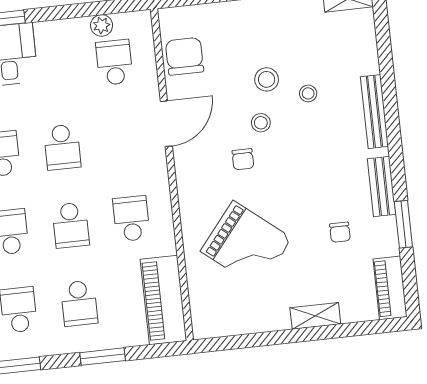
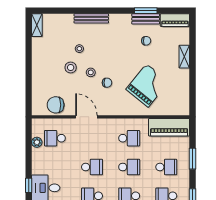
bench: (382, 187) -> (146, 19), moved
school desk: (131, 219) -> (129, 138), turned 180

